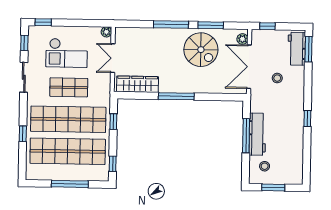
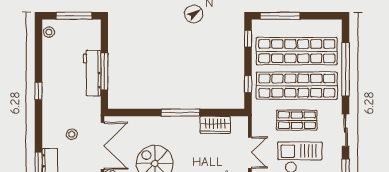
wardrobe: (138, 84) -> (215, 125), width x0.67
window: (23, 134) -> (346, 69), width x3.17
stool: (265, 166) -> (49, 32), moved
window: (70, 184) -> (280, 16), moved
window: (273, 188) -> (74, 16), width x1.44

